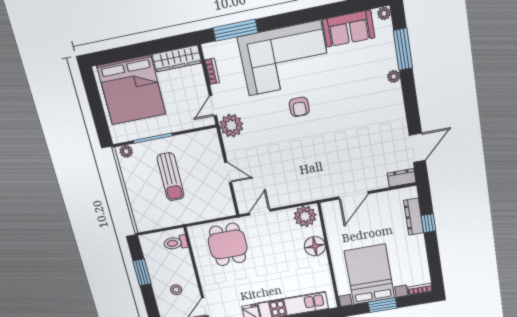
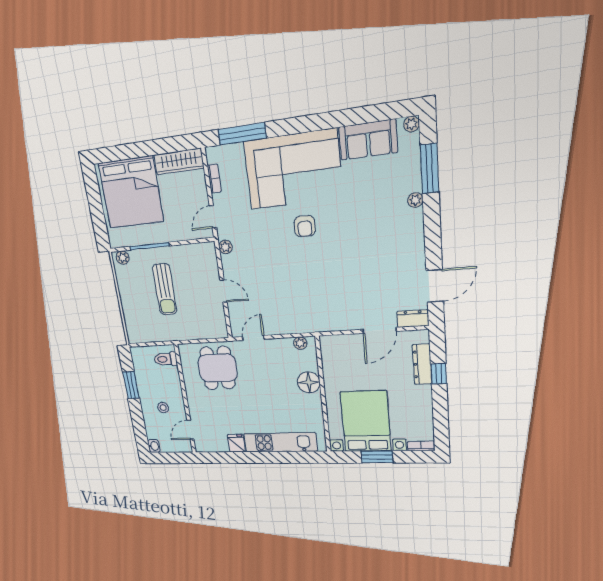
plant: (231, 126) -> (225, 247), width x0.53, depth x0.53
door: (353, 195) -> (380, 330), moved
plant: (305, 216) -> (300, 343), width x0.53, depth x0.53

